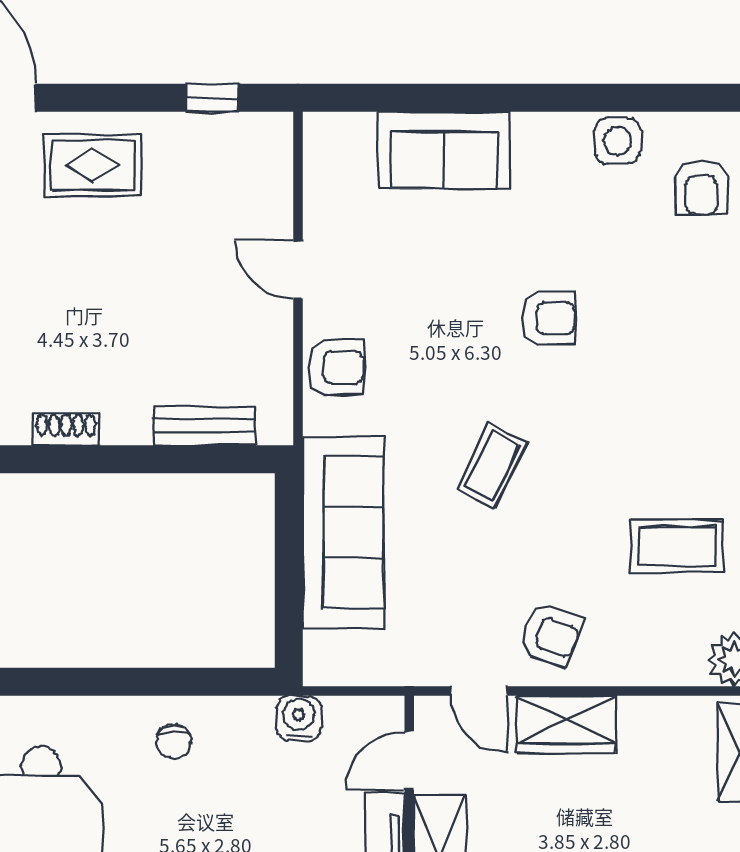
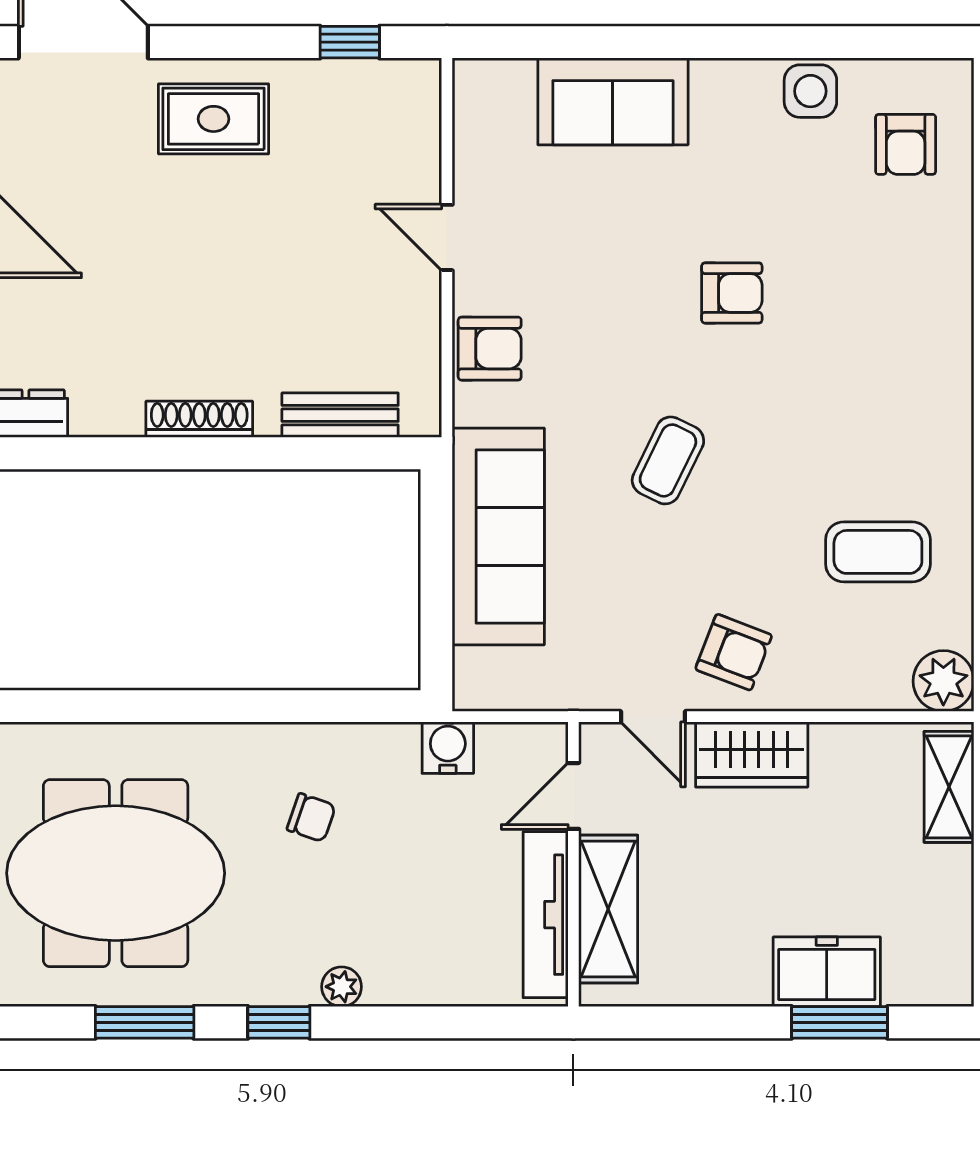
shoe rack: (66, 429) -> (199, 419), width x1.43
chair: (174, 742) -> (311, 818), moved, turned -71

